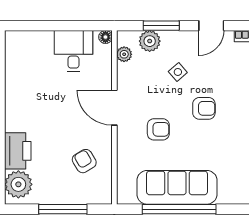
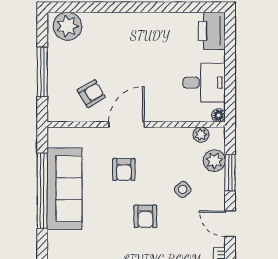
door: (114, 108) -> (126, 124), moved
printer: (18, 151) -> (212, 31), moved, turned 90

